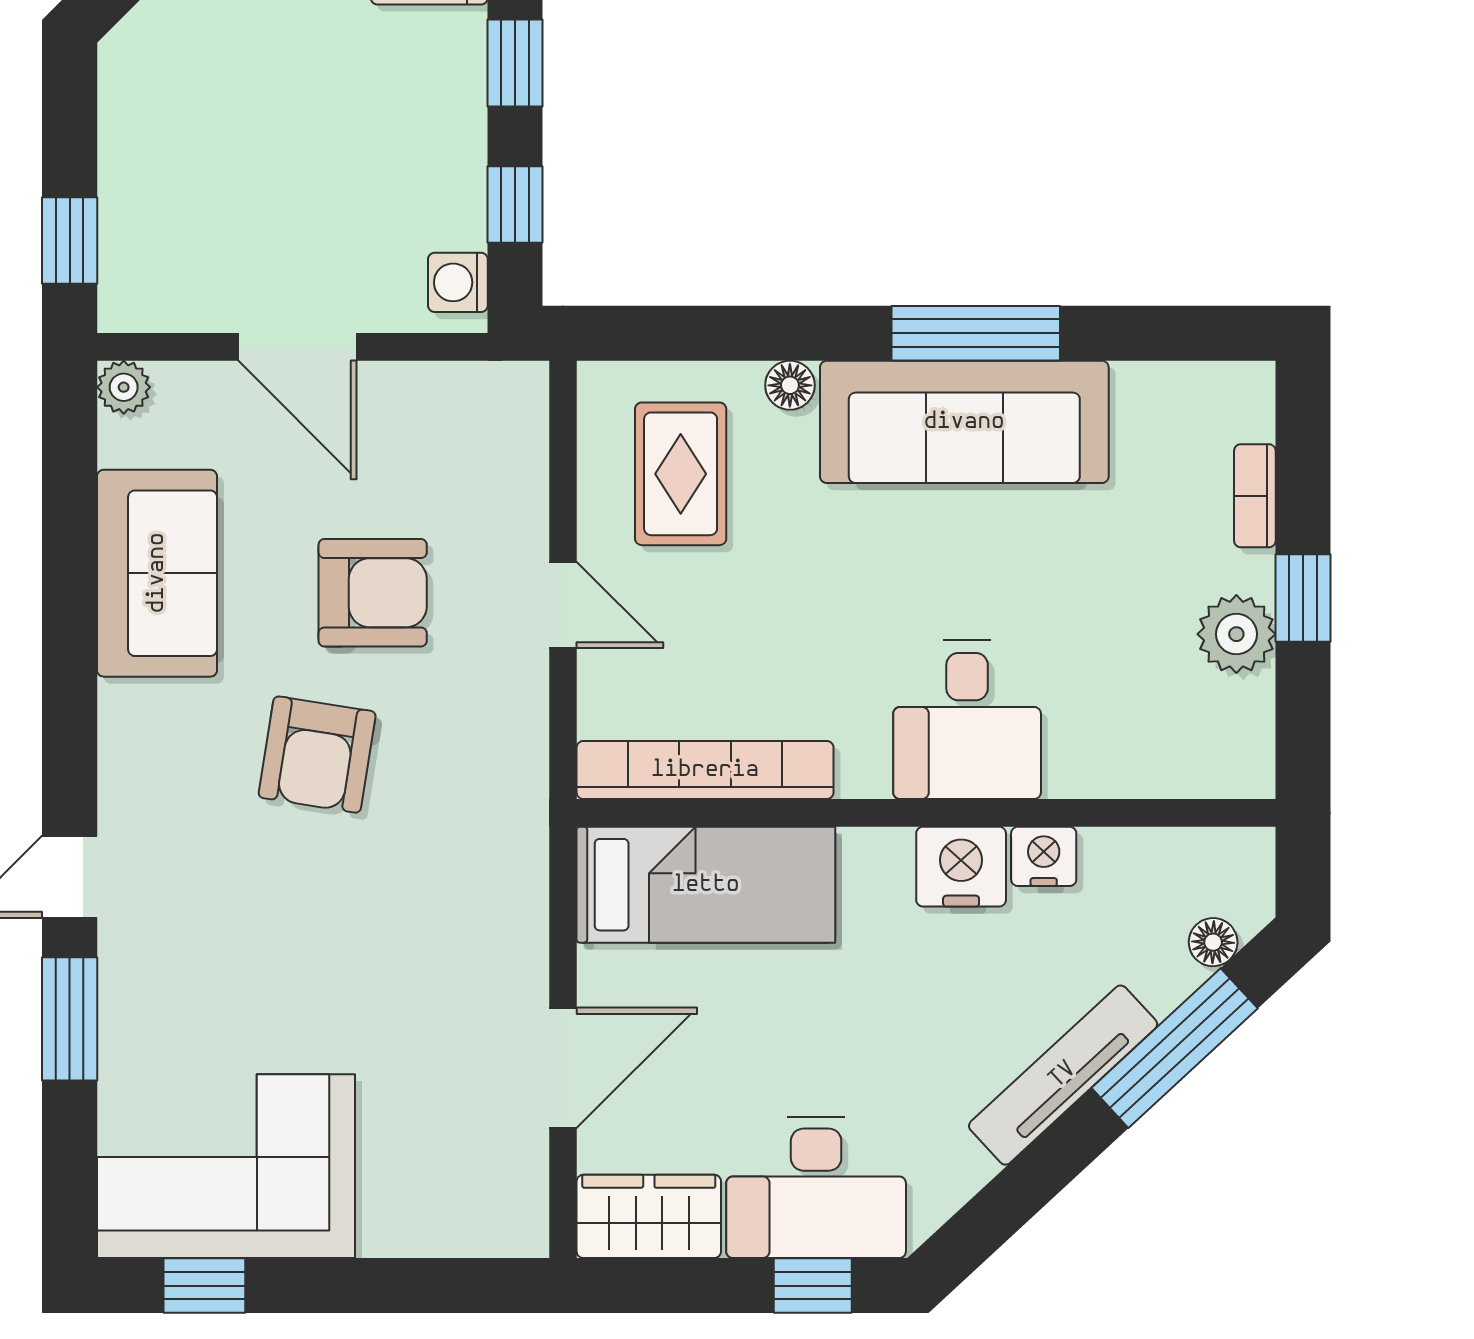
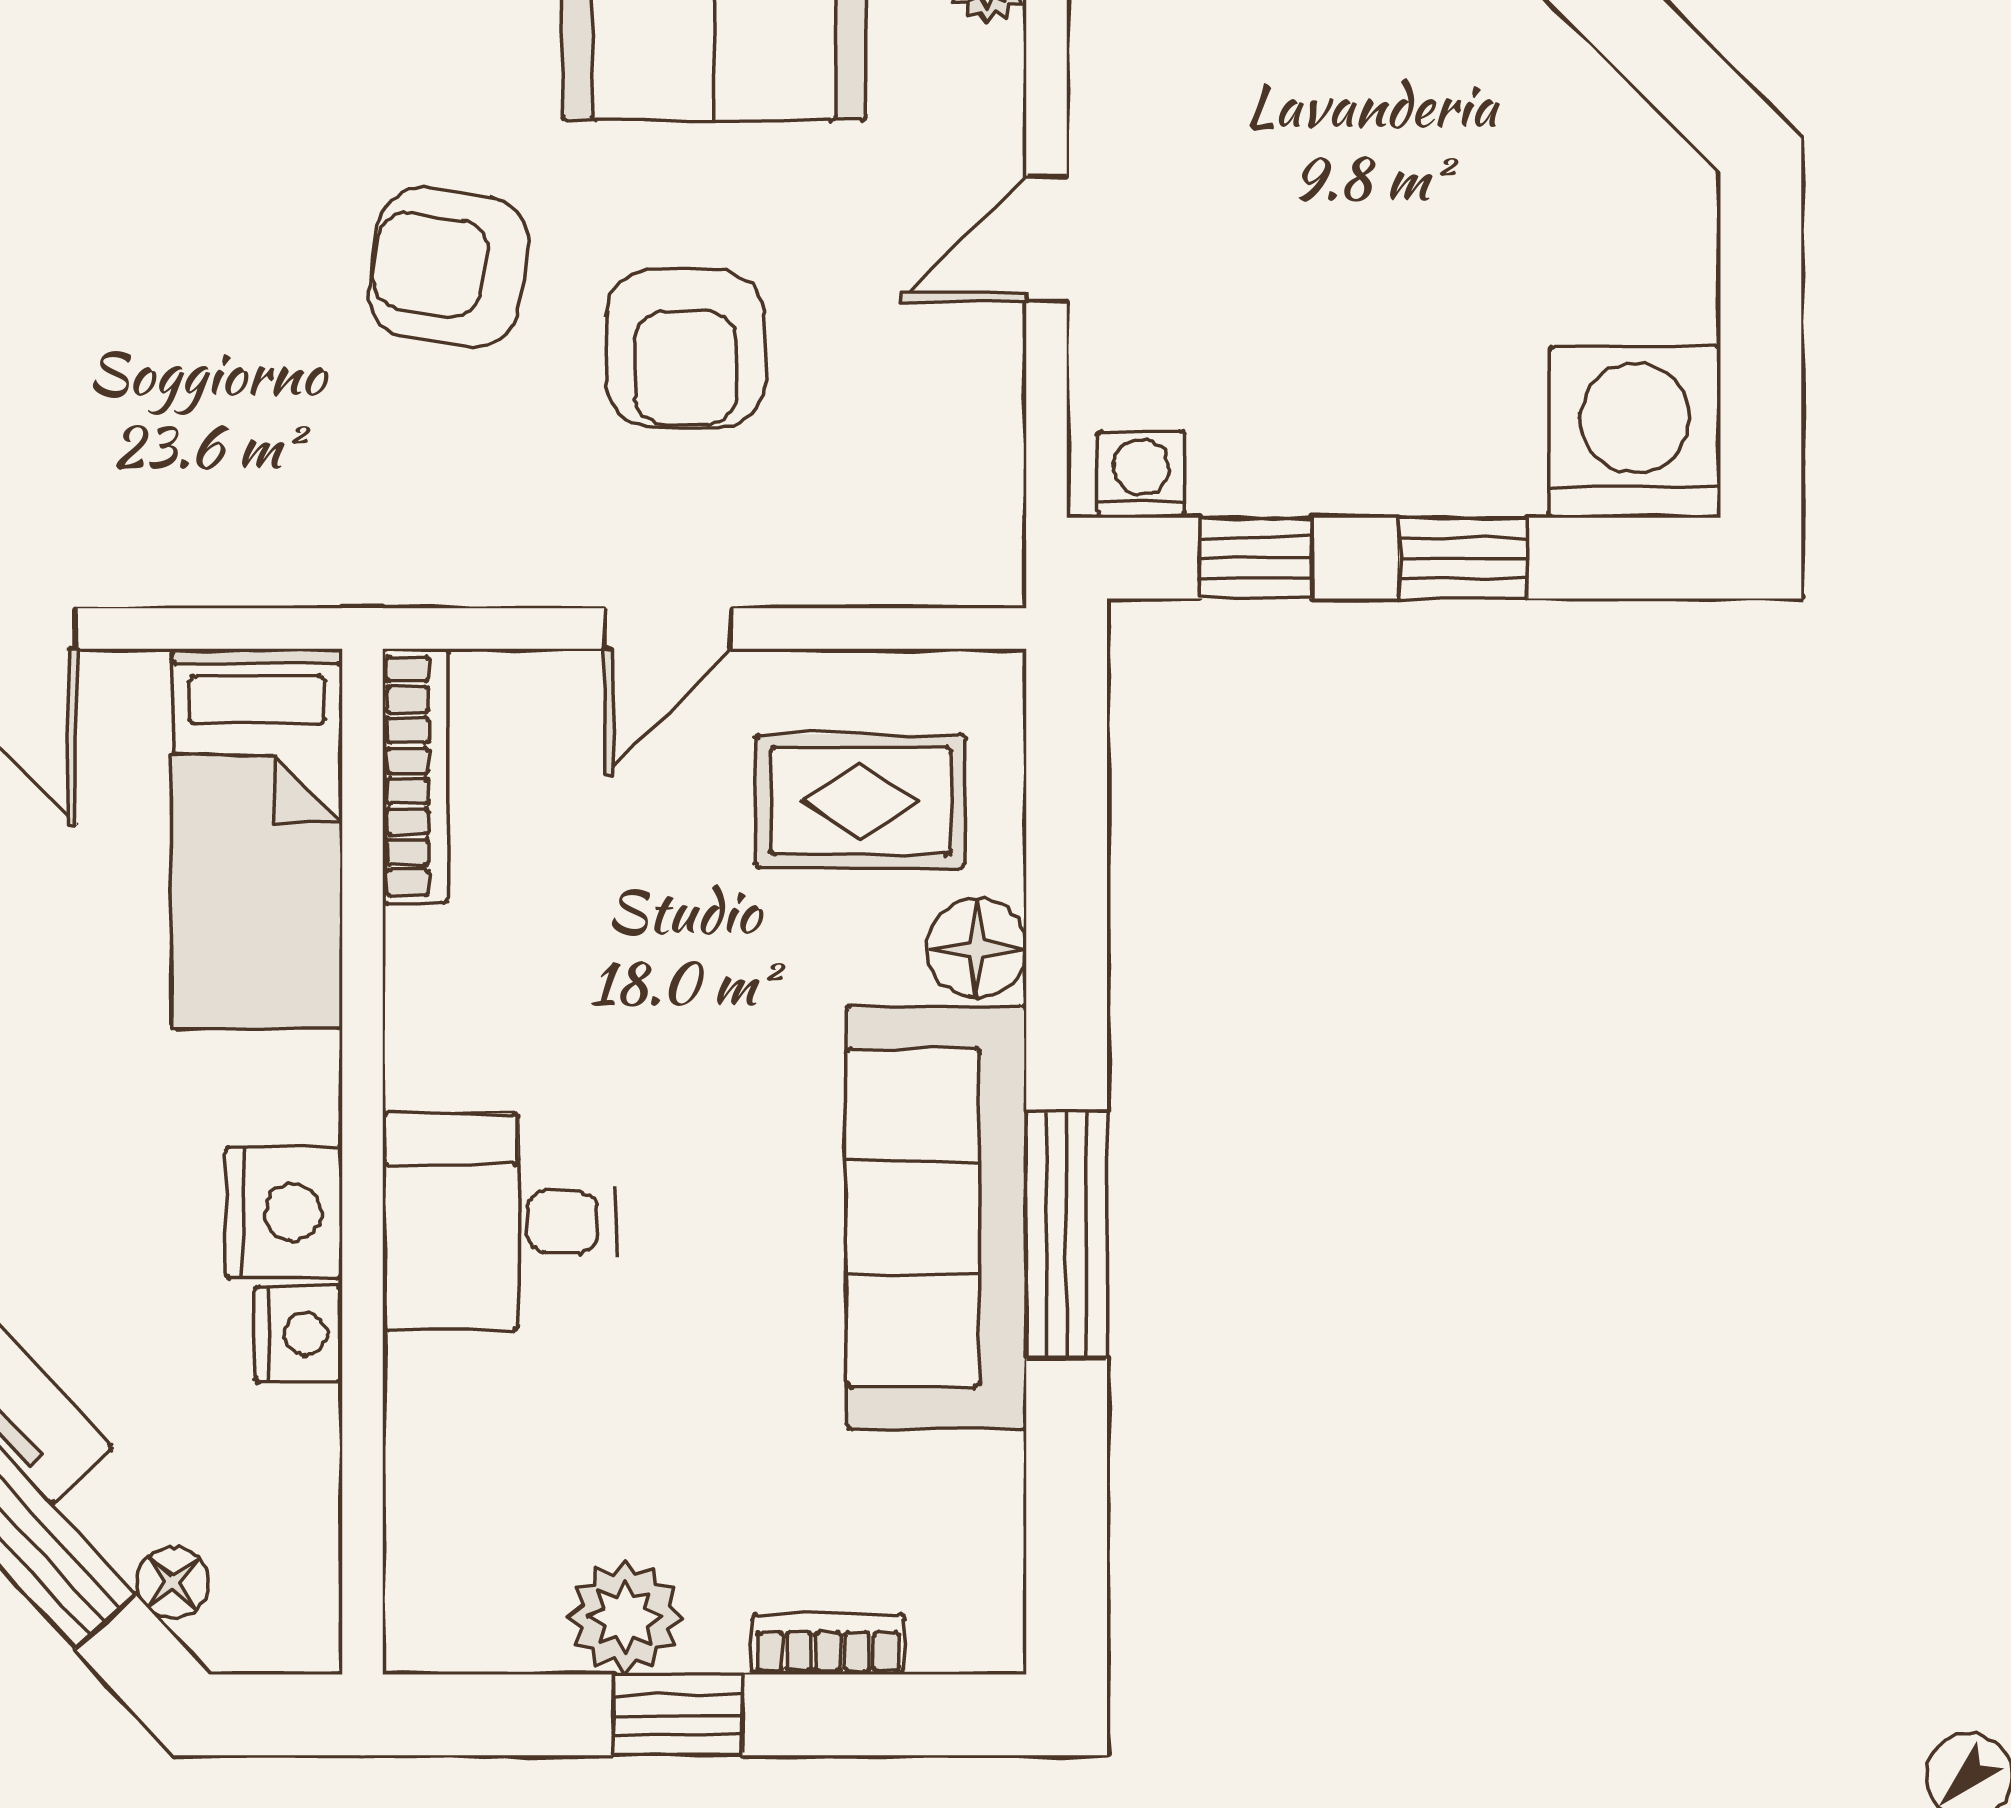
door: (298, 347) -> (1047, 239), width x0.73
floor lamp: (790, 385) -> (977, 948), width x1.37, depth x1.37
bookcase: (705, 770) -> (415, 776), width x0.68, depth x0.76

